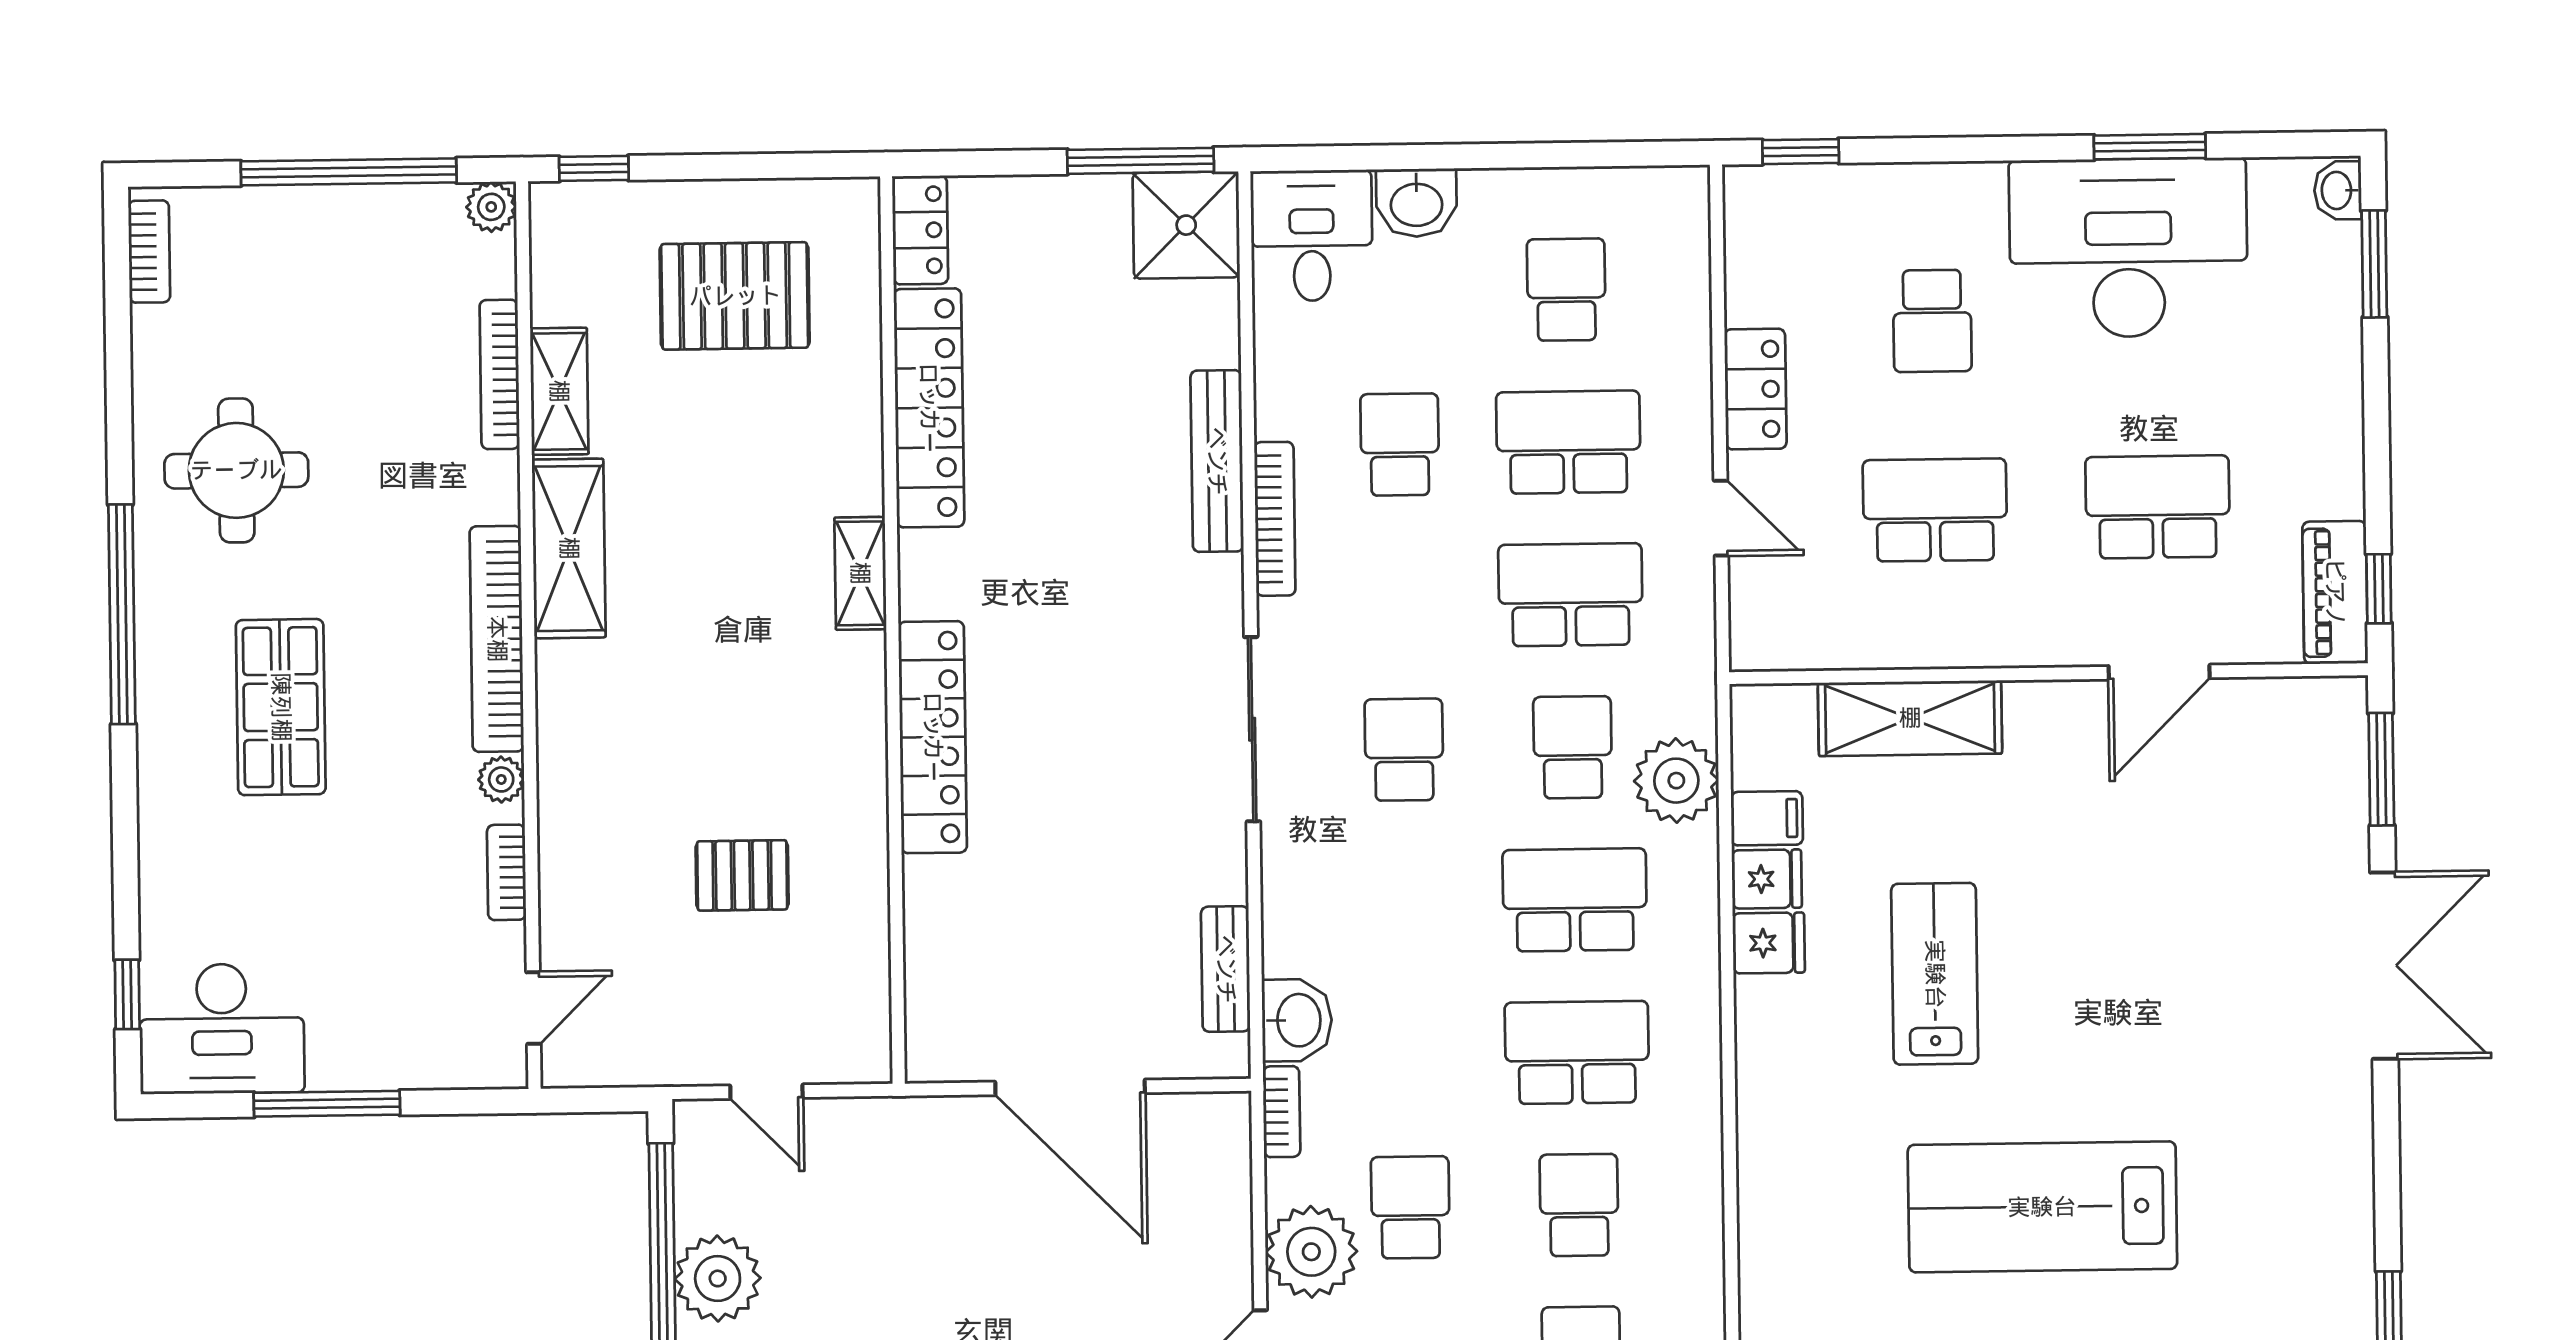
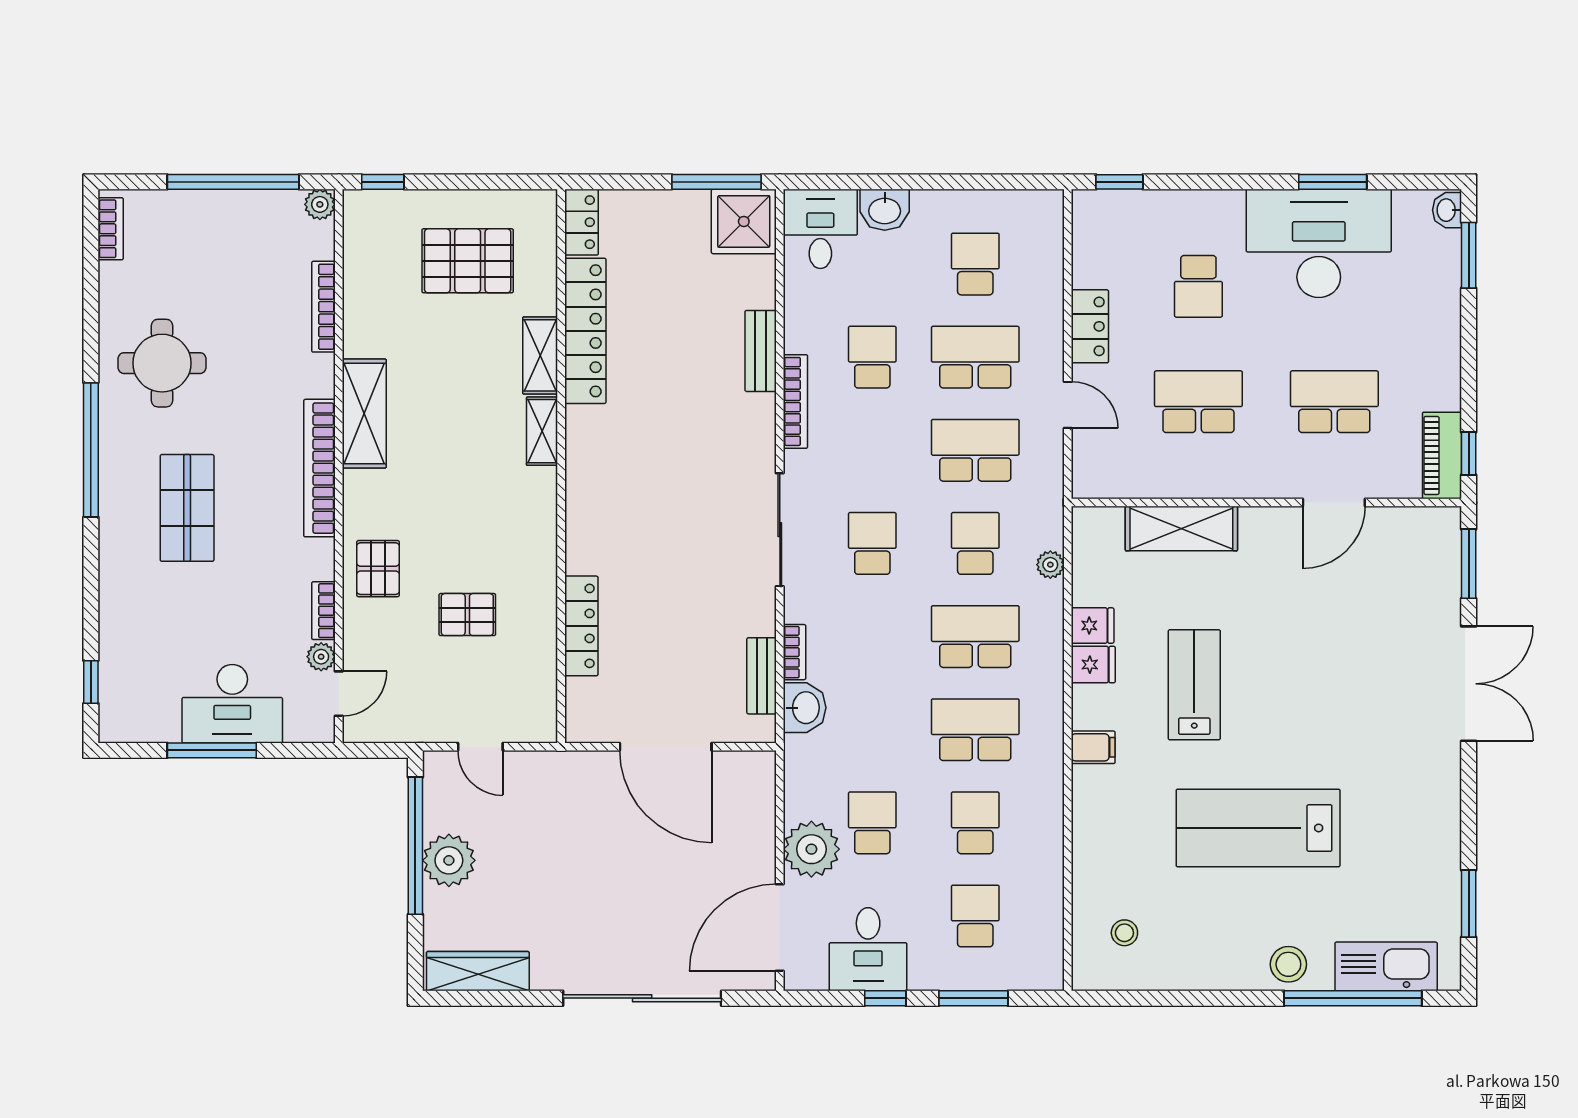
shelving: (559, 391) -> (540, 355), moved
bench: (1217, 461) -> (761, 351), width x0.73
locker: (933, 737) -> (581, 626), moved, width x0.71, depth x0.83
plant: (501, 779) -> (321, 657), moved
plant: (1676, 781) -> (1050, 565), width x0.53, depth x0.53
pallet: (595, 802) -> (378, 569), added
filing cabinet: (1767, 818) -> (1093, 747), moved
desk: (222, 1029) -> (232, 704), moved
bookcase: (1282, 1112) -> (795, 652), moved

